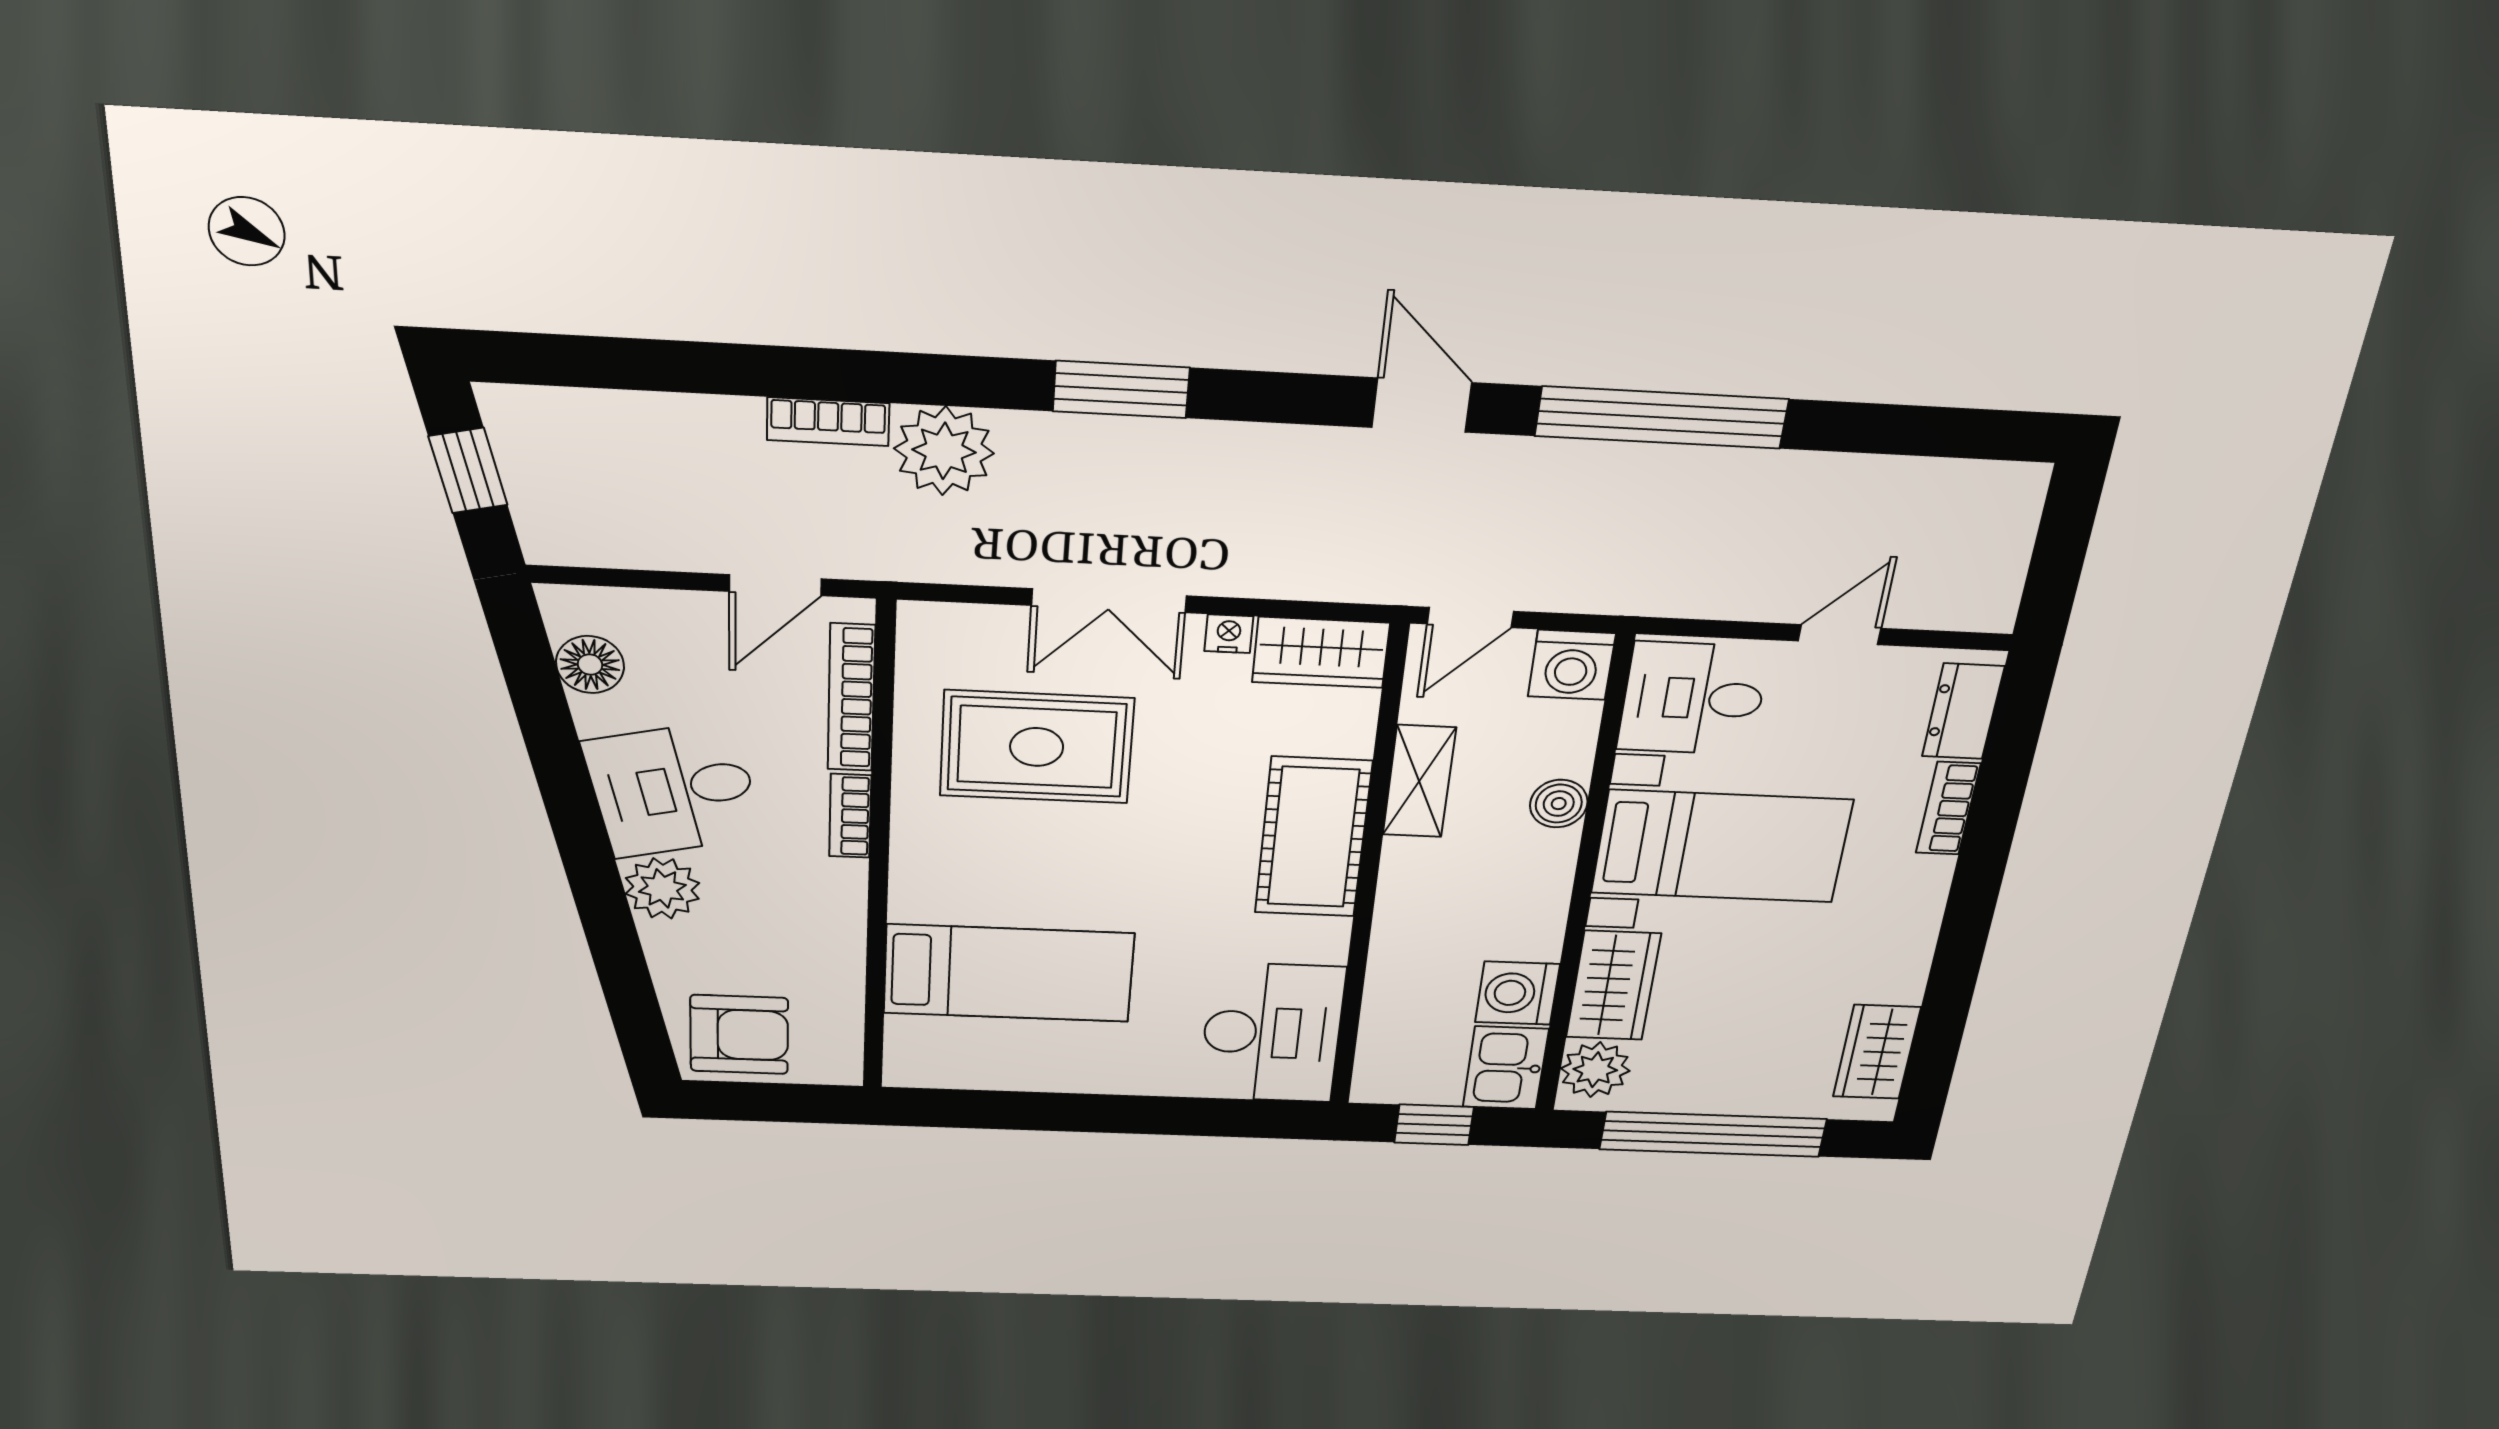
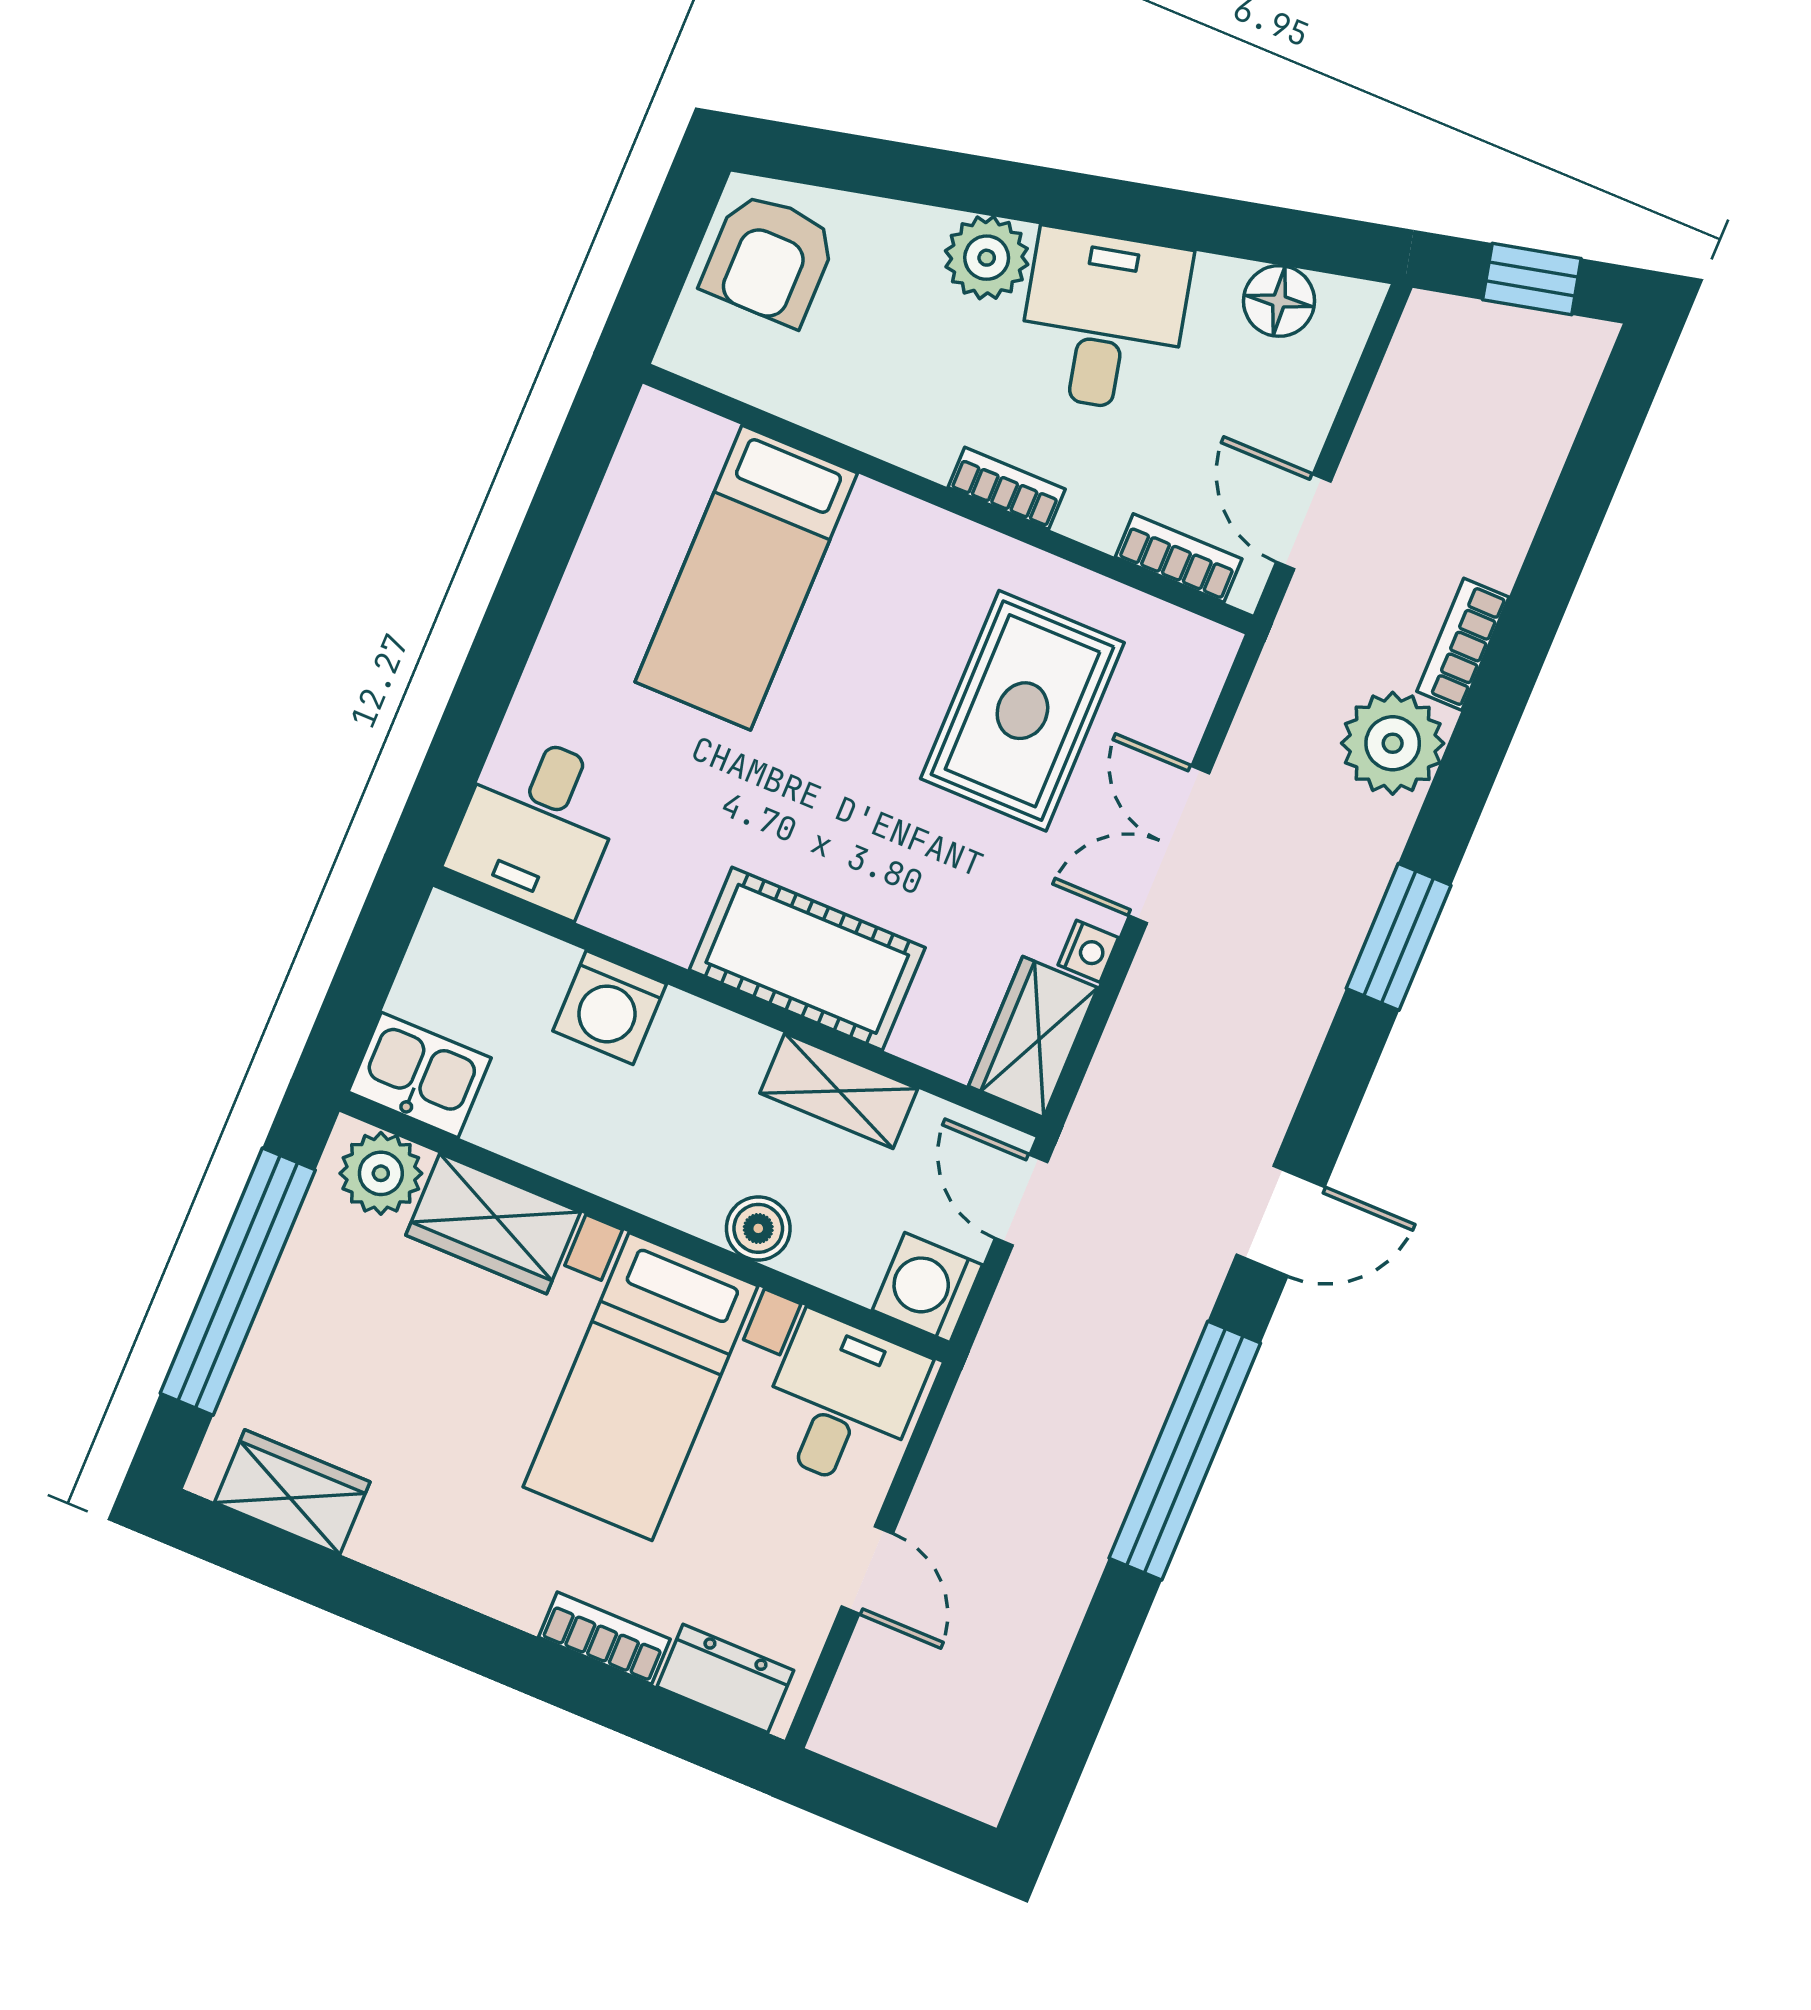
bookcase: (851, 698) -> (1179, 558), width x0.64
washing machine: (1517, 993) -> (610, 1007), moved, turned 180
desk: (1272, 1033) -> (538, 823), width x0.73
window: (1434, 1125) -> (366, 972), removed

